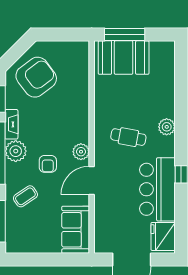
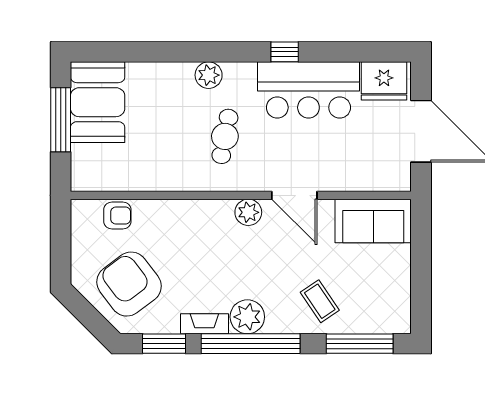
window: (125, 34) -> (61, 120), moved
booth: (124, 58) -> (98, 102), moved
armchair: (48, 164) -> (117, 215), moved

